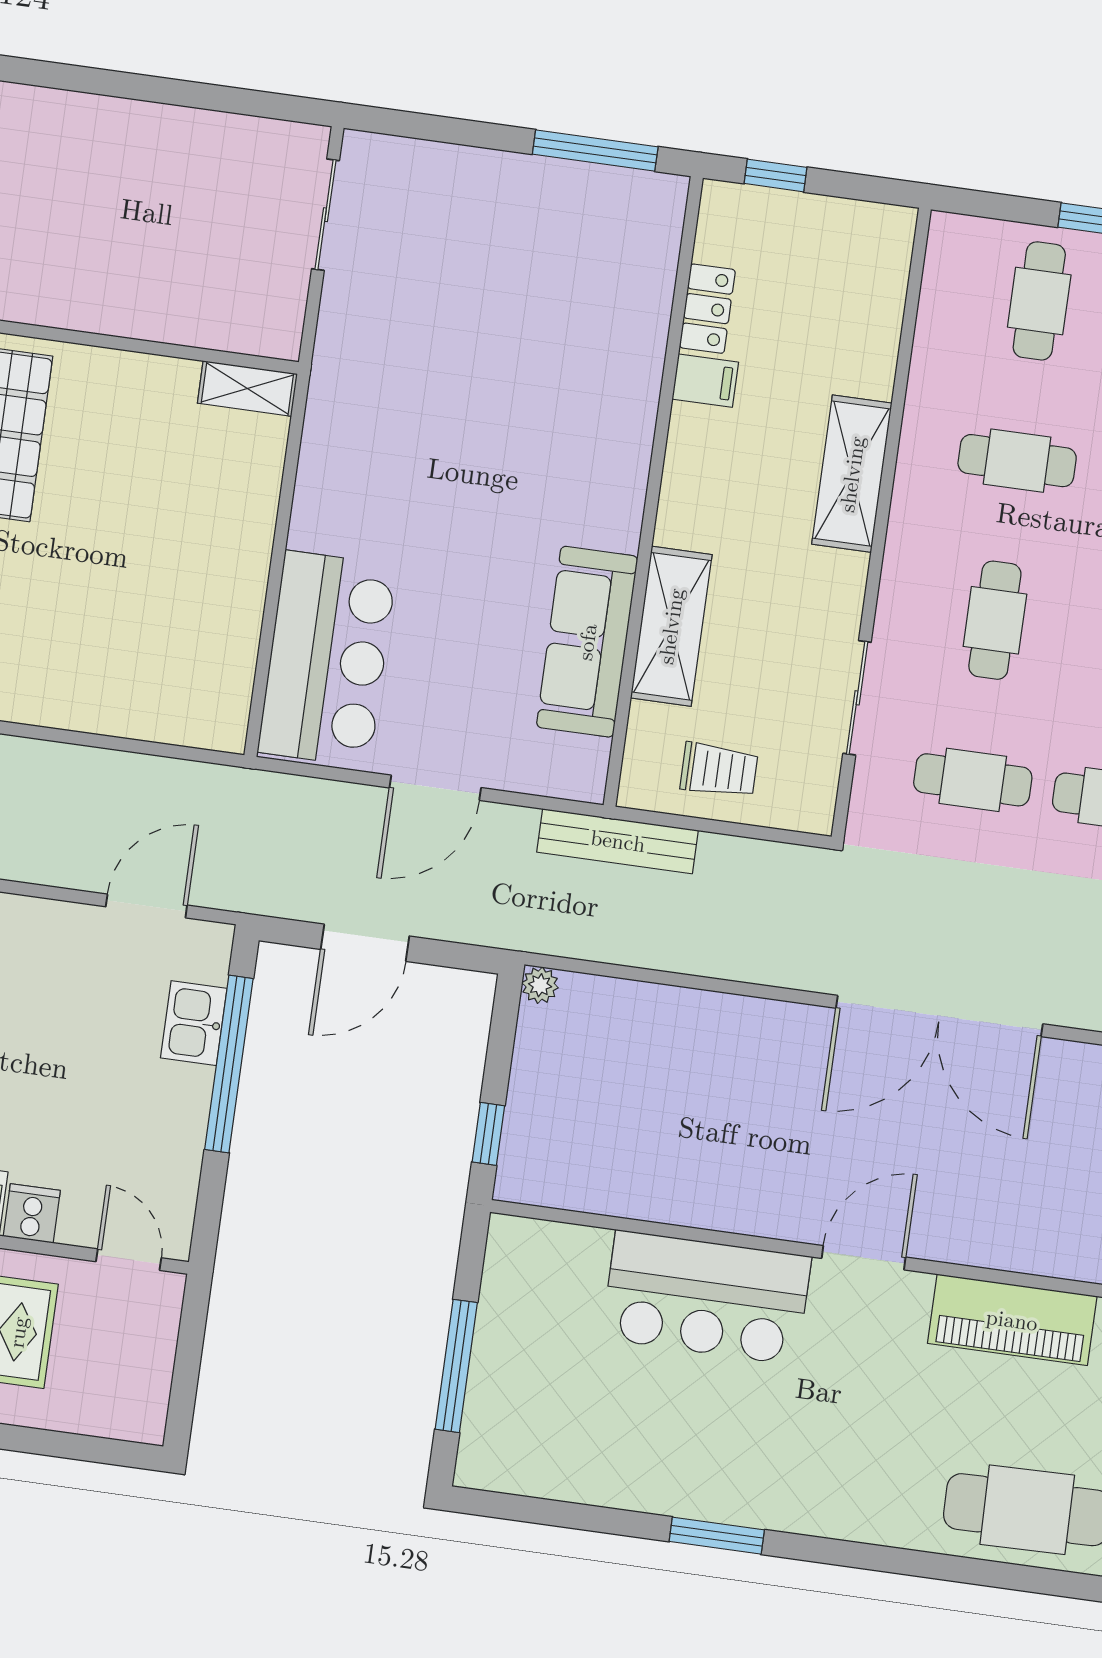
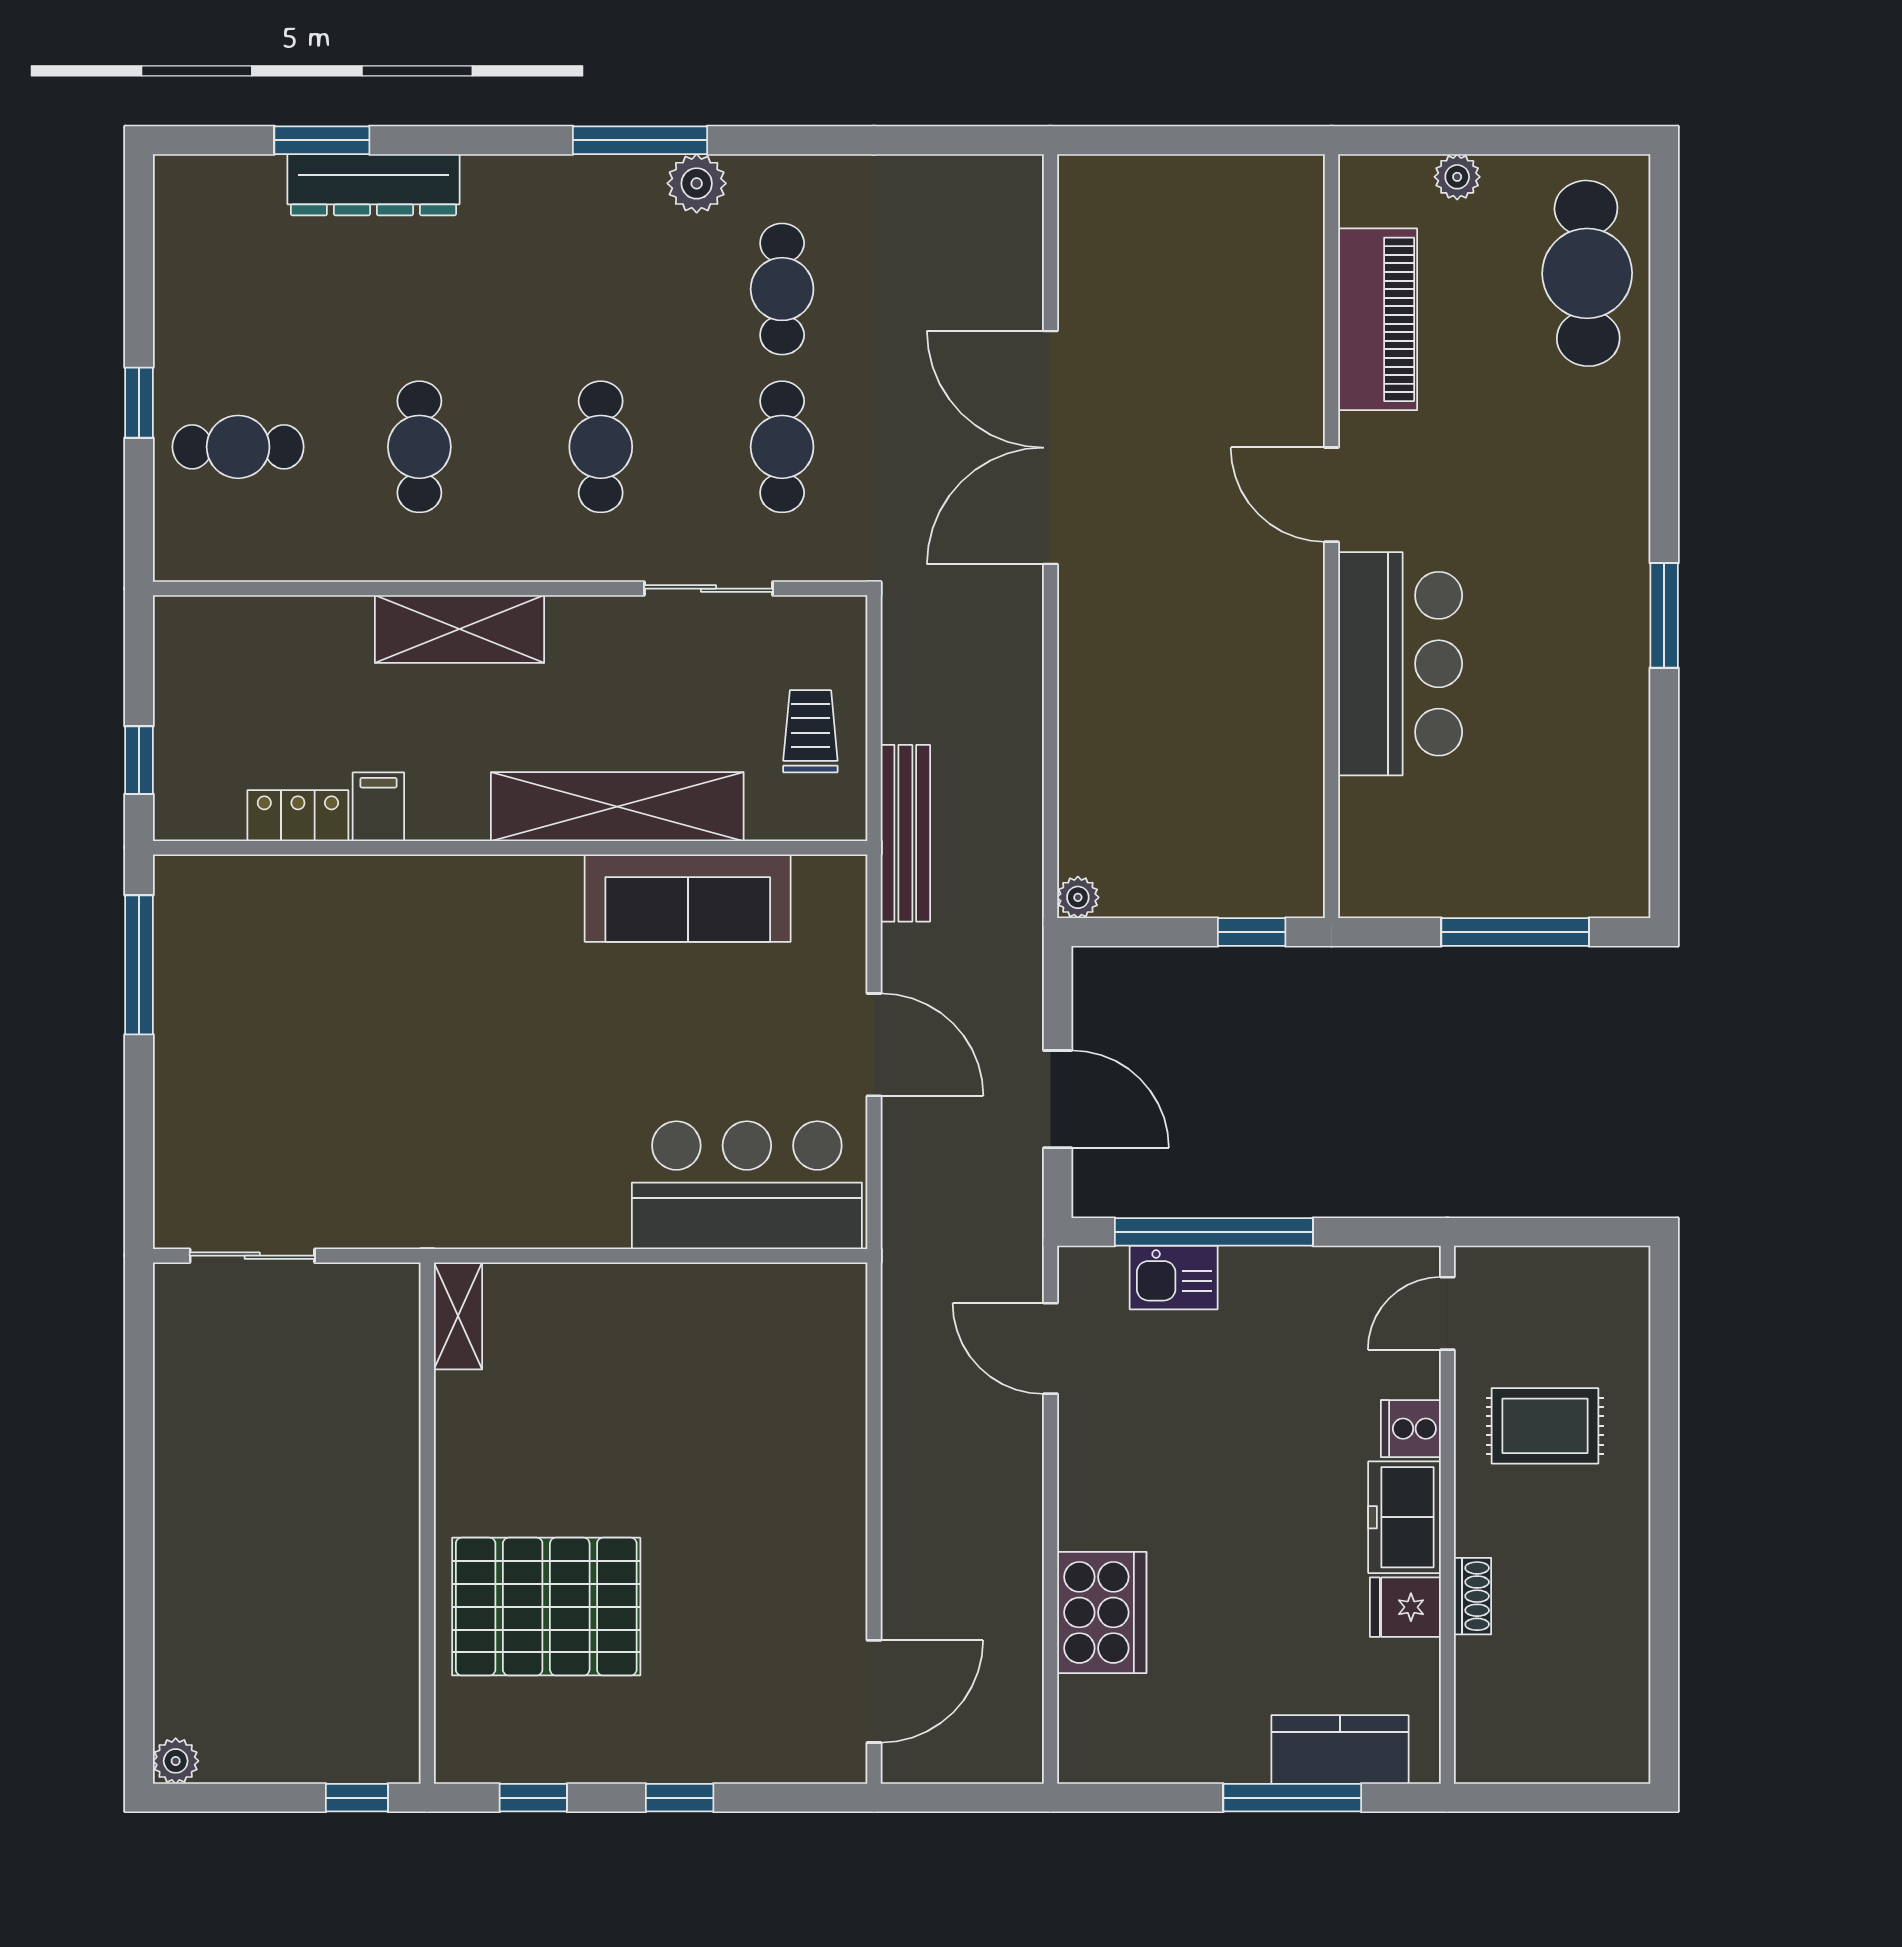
cafe table: (995, 620) -> (601, 447), turned 90
shelving: (671, 626) -> (617, 807), width x1.47
double door: (939, 1016) -> (1050, 448), swing flipped

